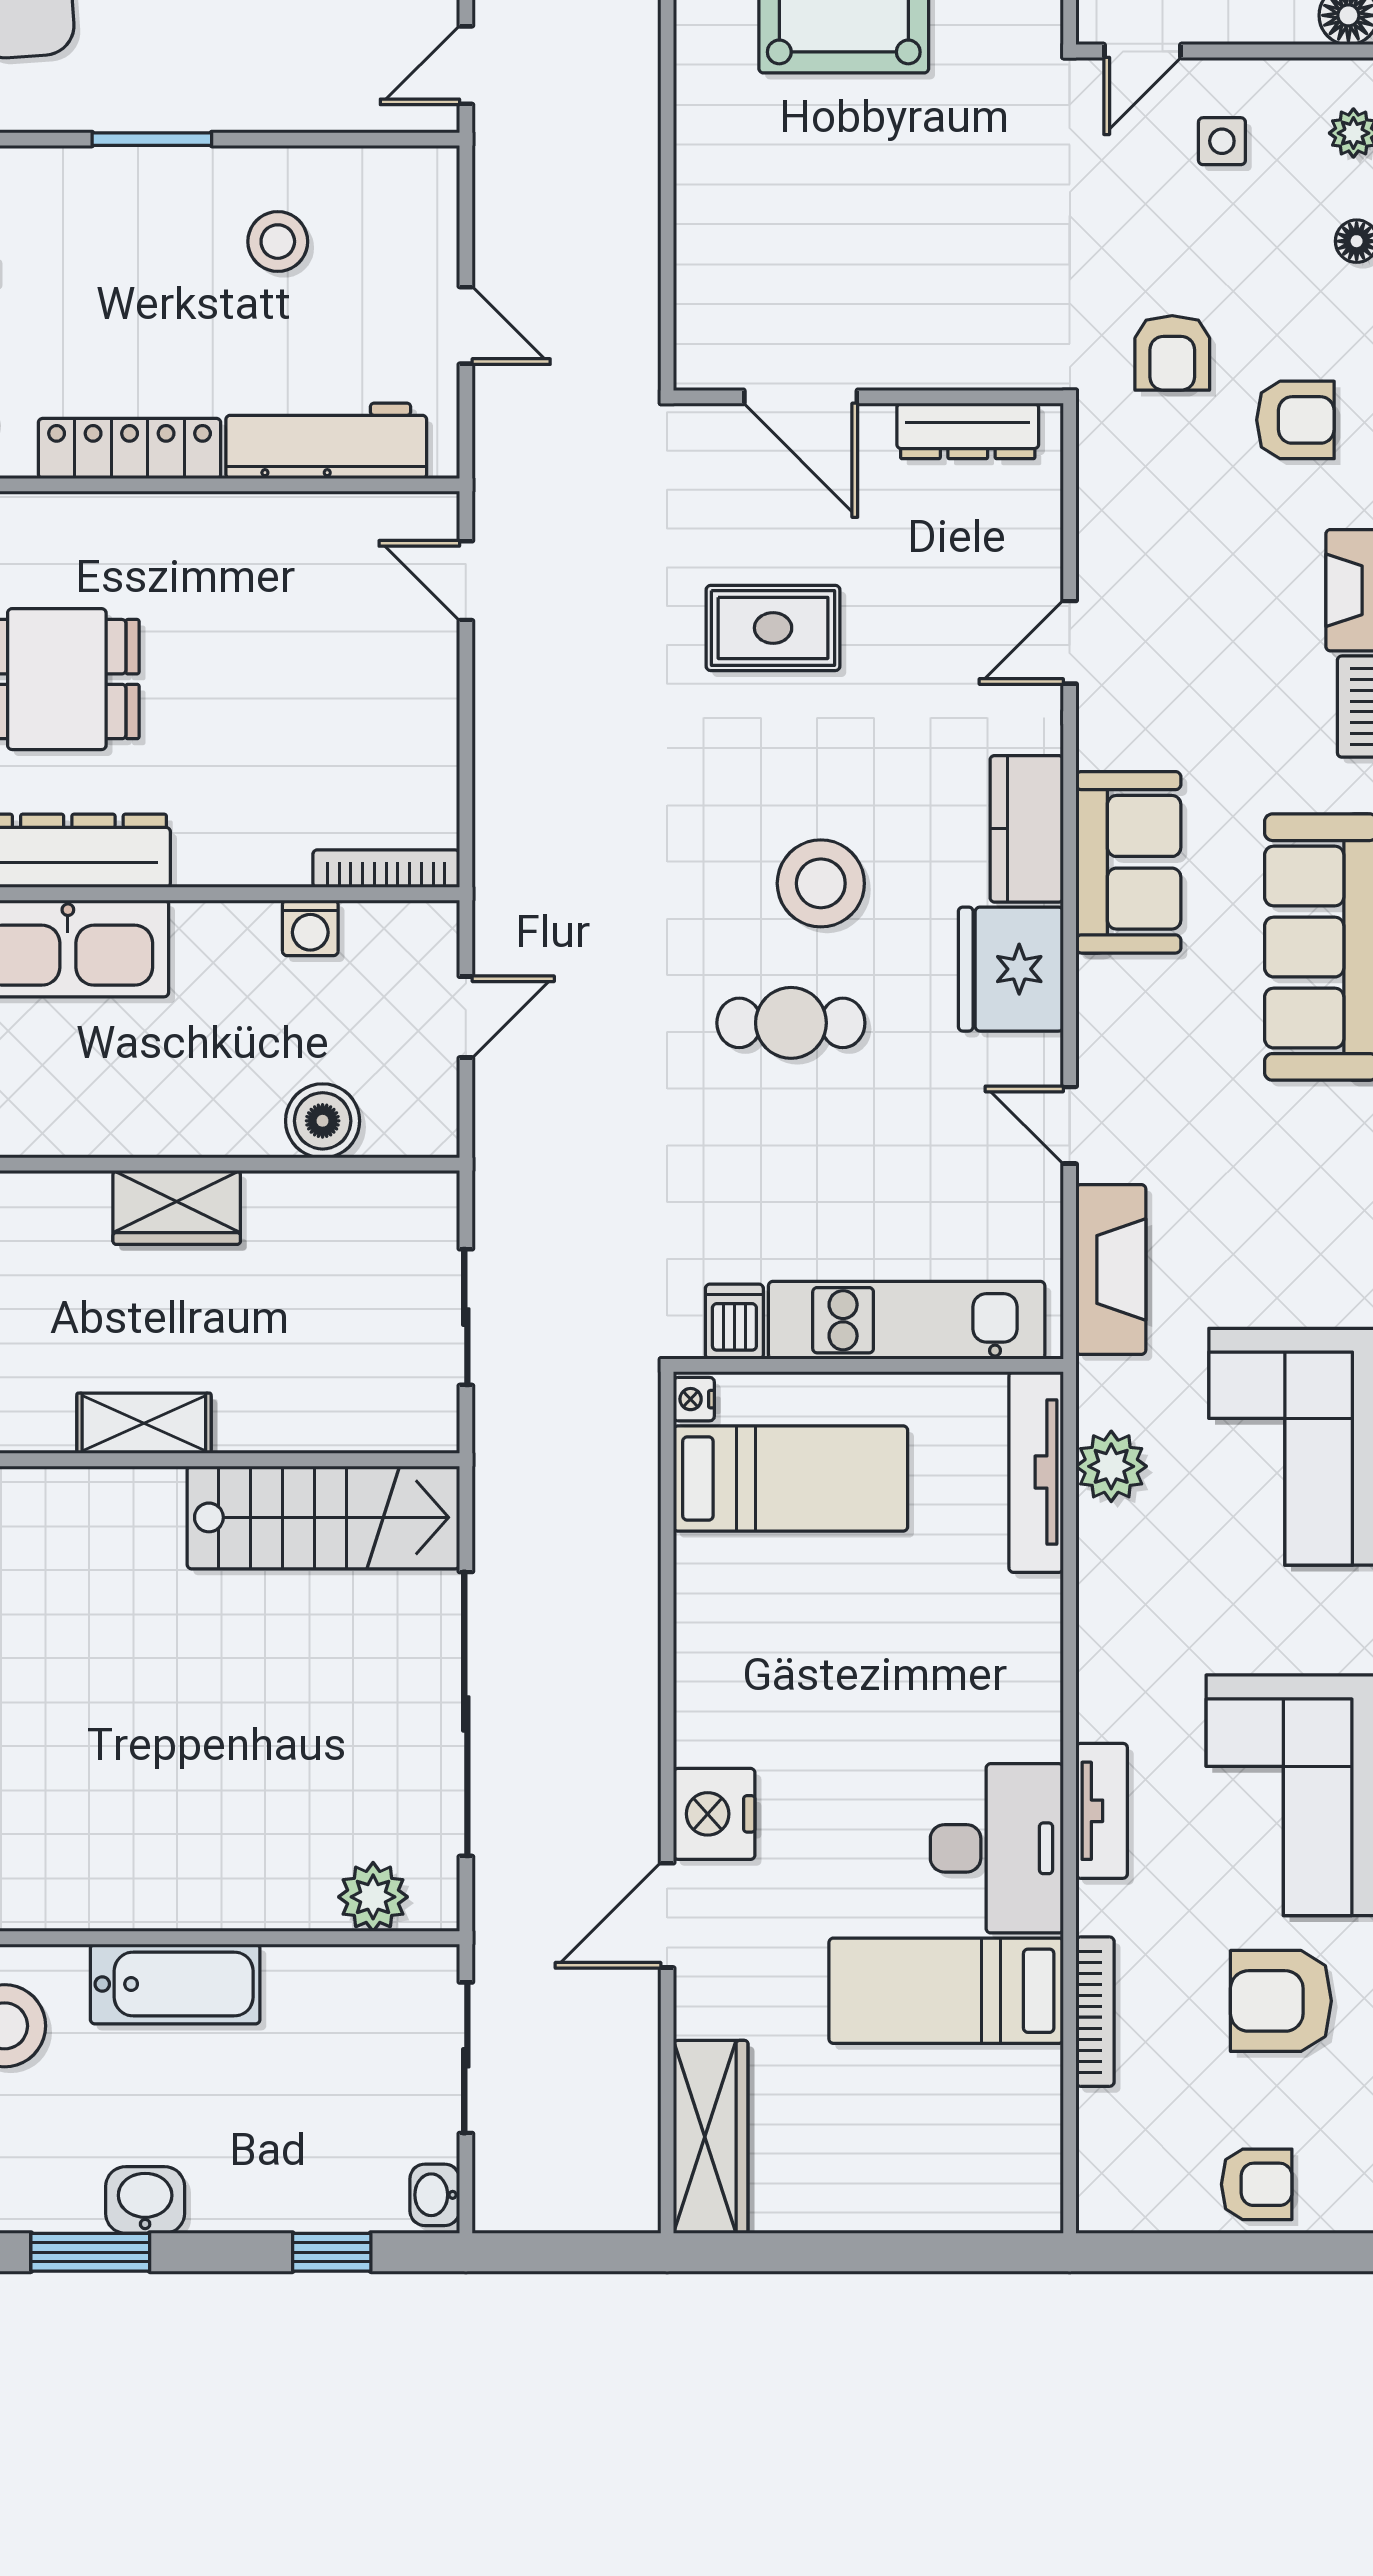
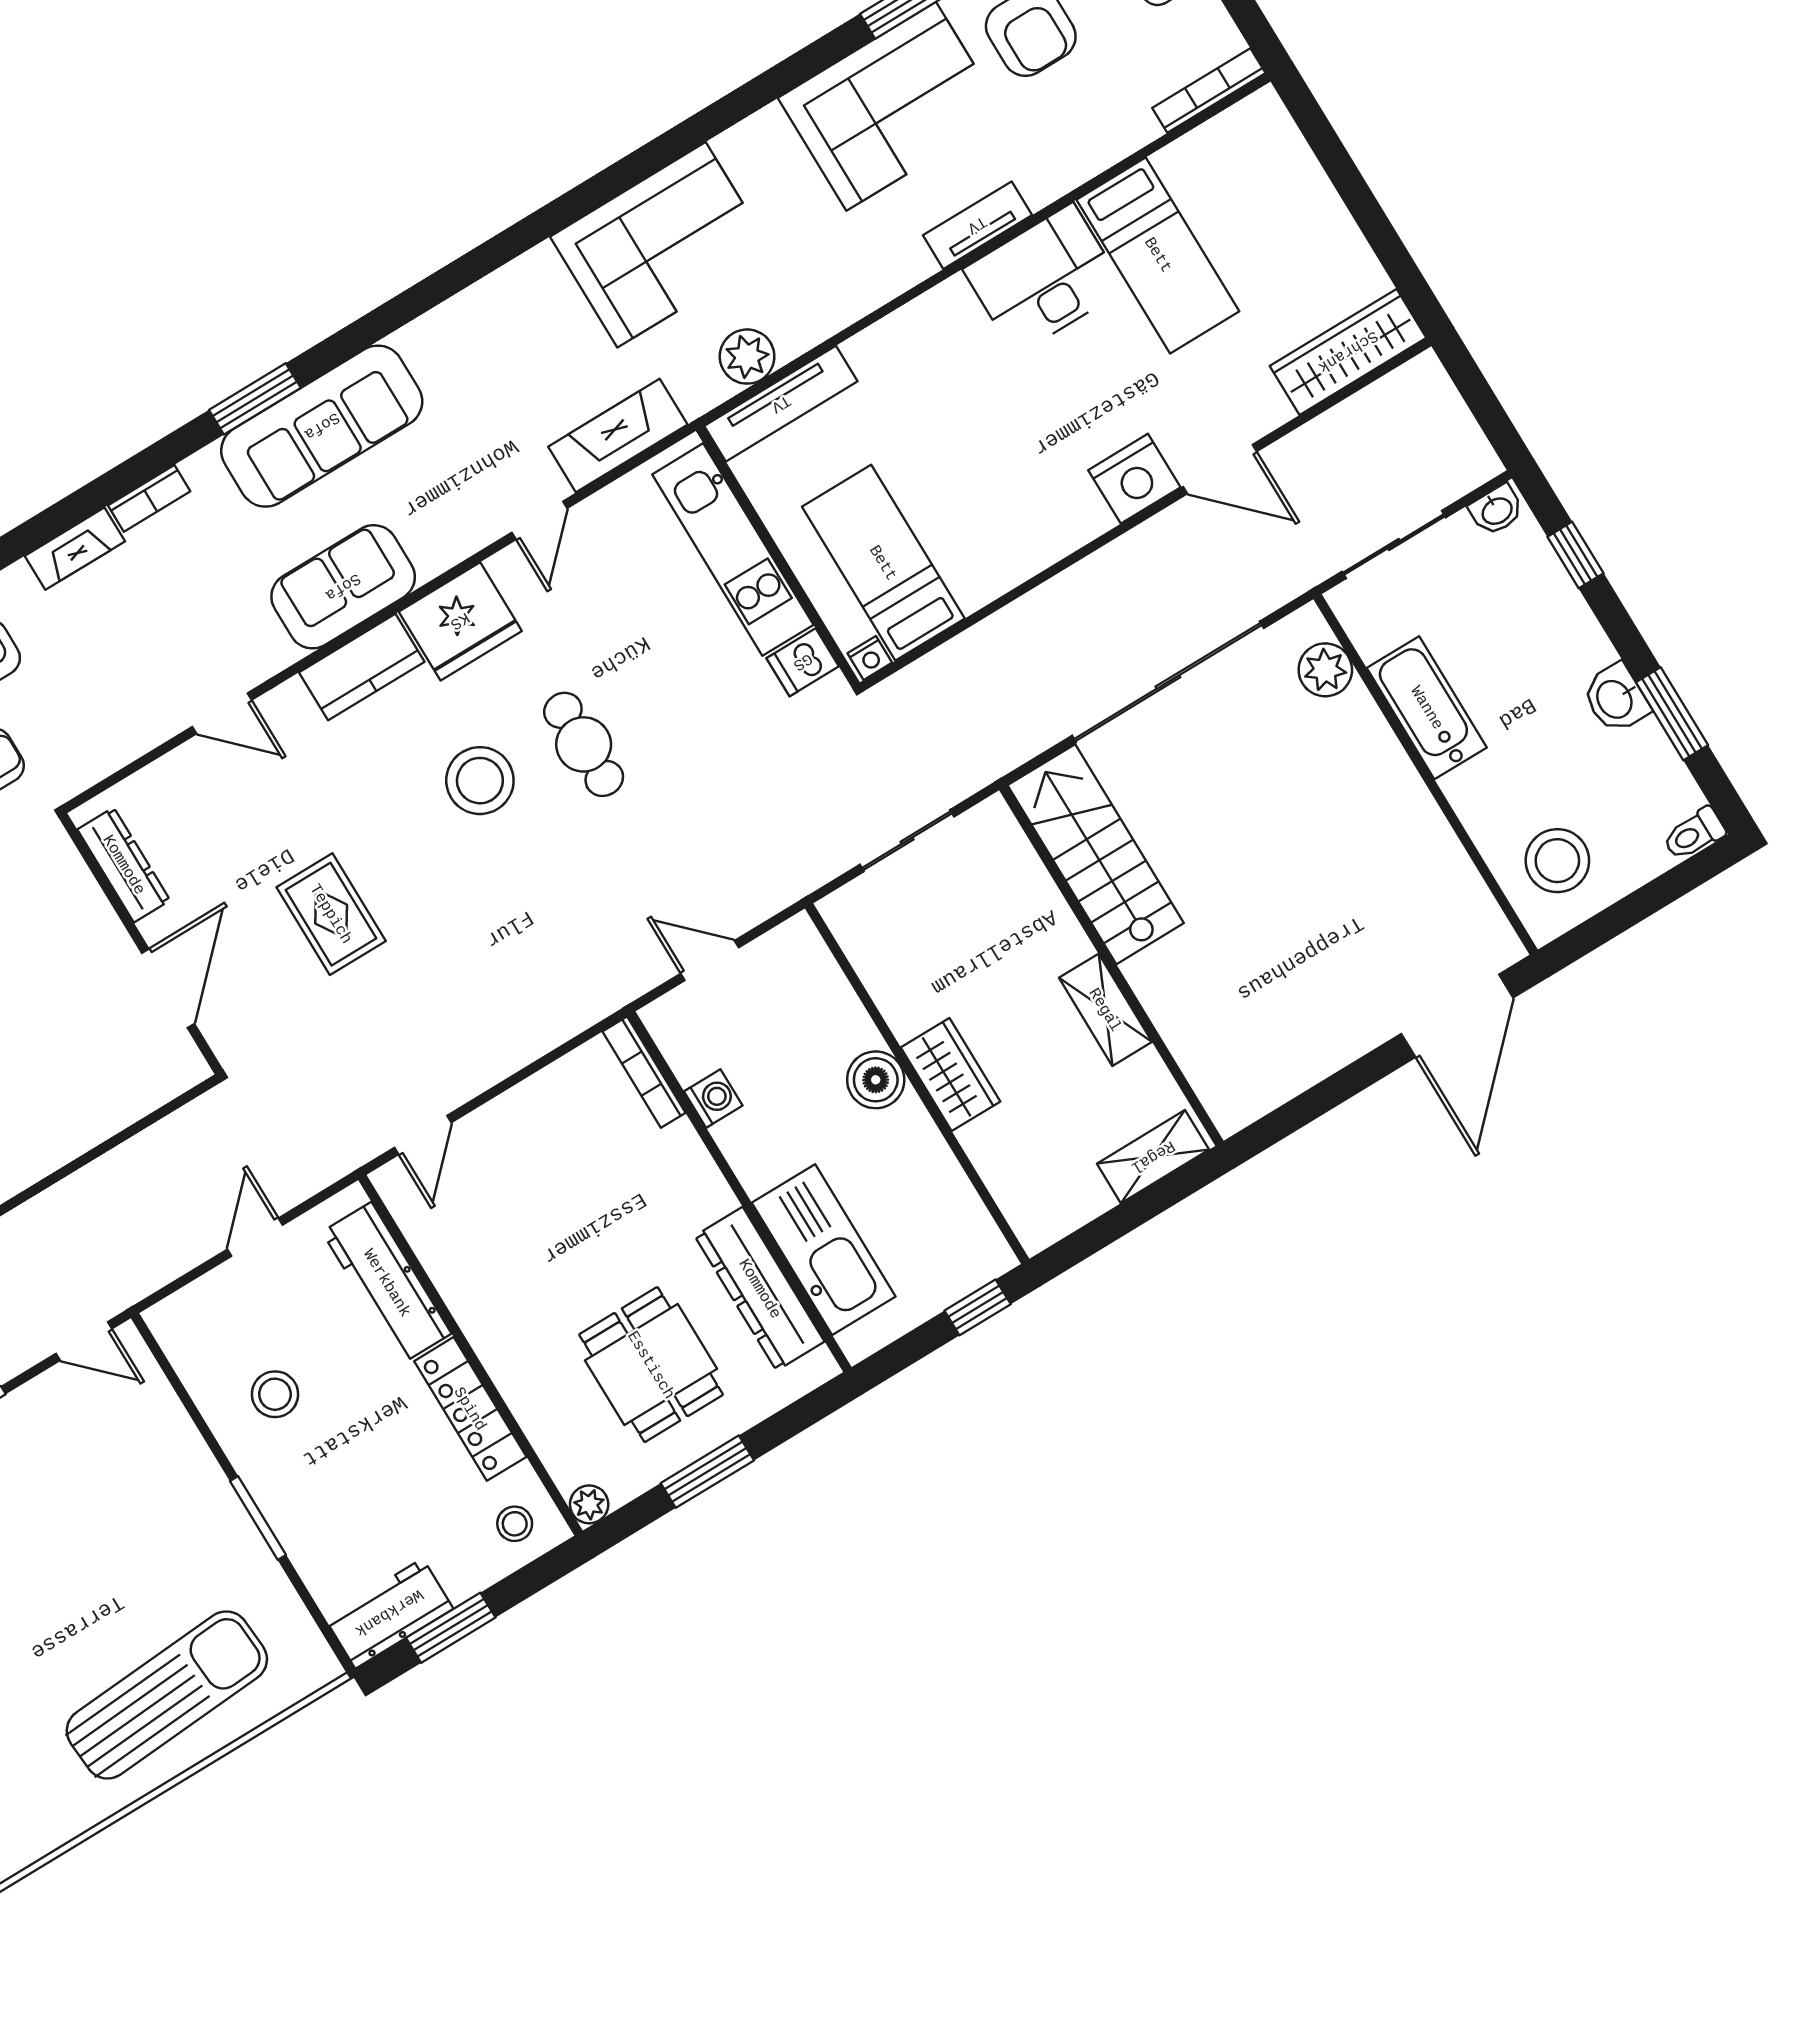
boiler: (323, 1121) -> (876, 1080), moved
bathtub: (175, 1984) -> (1427, 708), moved
bookcase: (1095, 2012) -> (1209, 90), moved

